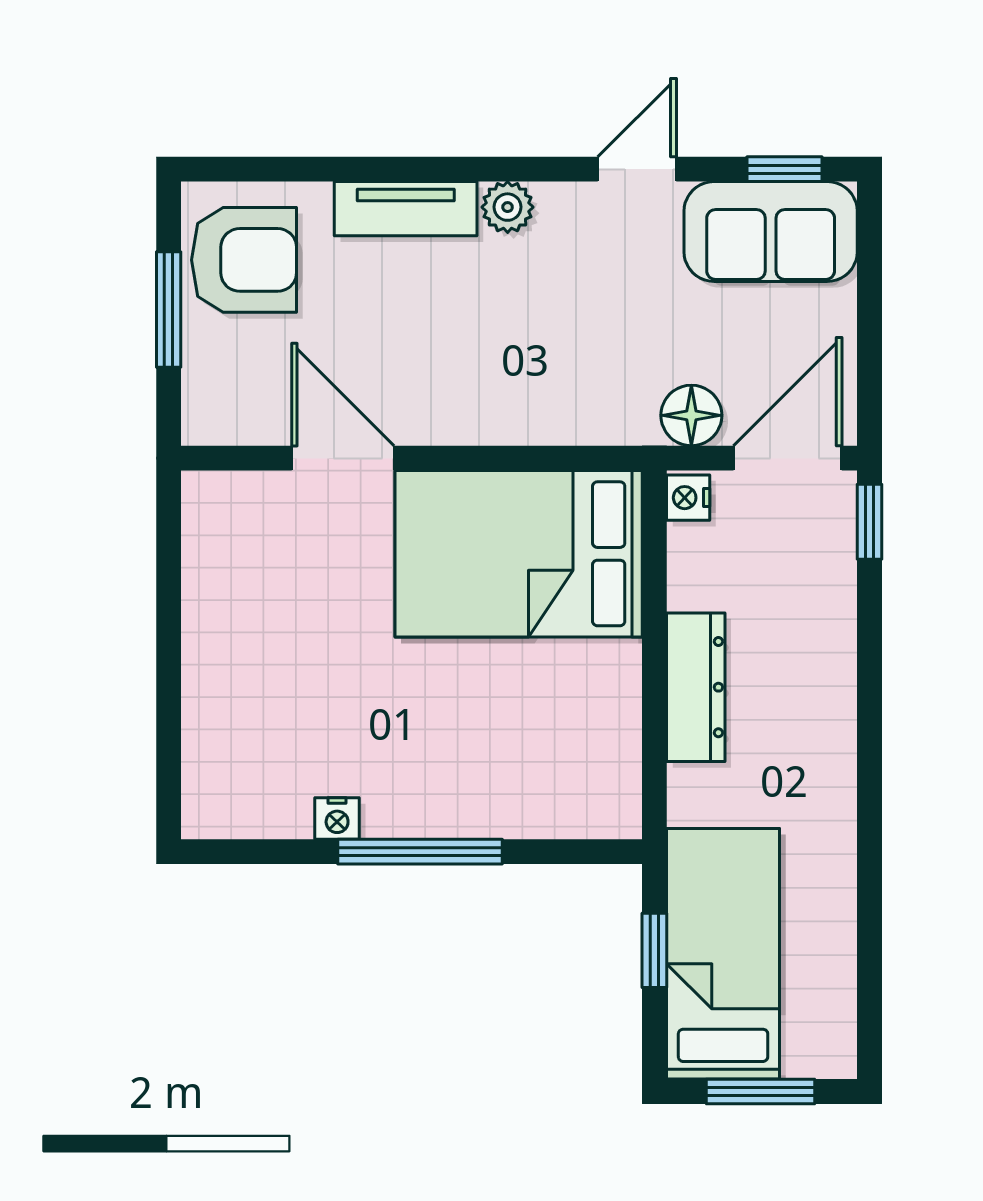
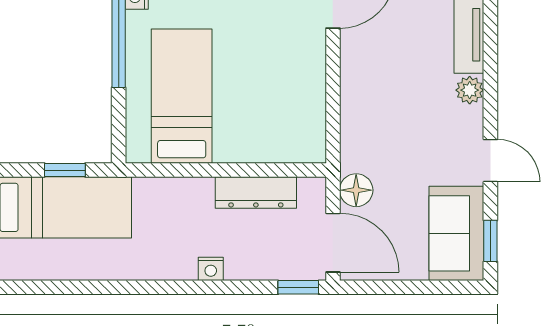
nightstand: (688, 498) -> (211, 269), moved, turned 180
bed: (519, 554) -> (182, 96), moved, width x0.67
dresser: (696, 687) -> (256, 193), moved

